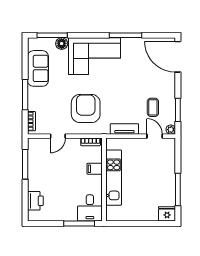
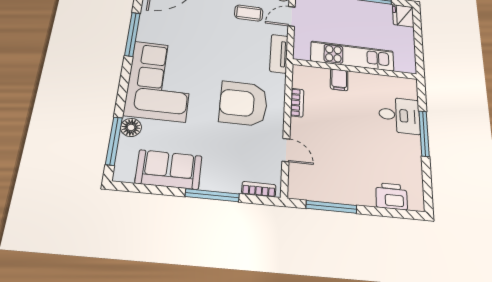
filing cabinet: (95, 169) -> (339, 80), moved
kitchen unit: (114, 178) -> (352, 56), moved
wall: (104, 180) -> (355, 69), moved

